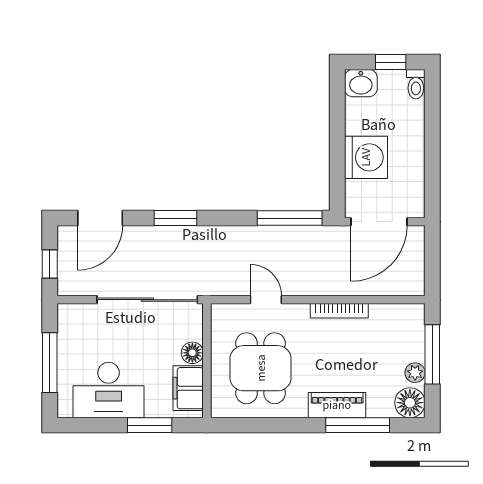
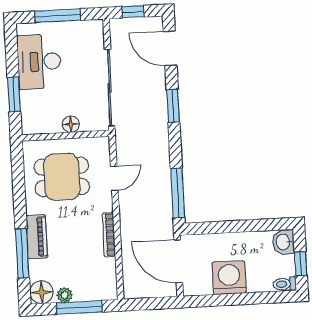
washing machine: (366, 157) -> (229, 278), moved, turned 180
filing cabinet: (188, 388) -> (44, 122), removed

